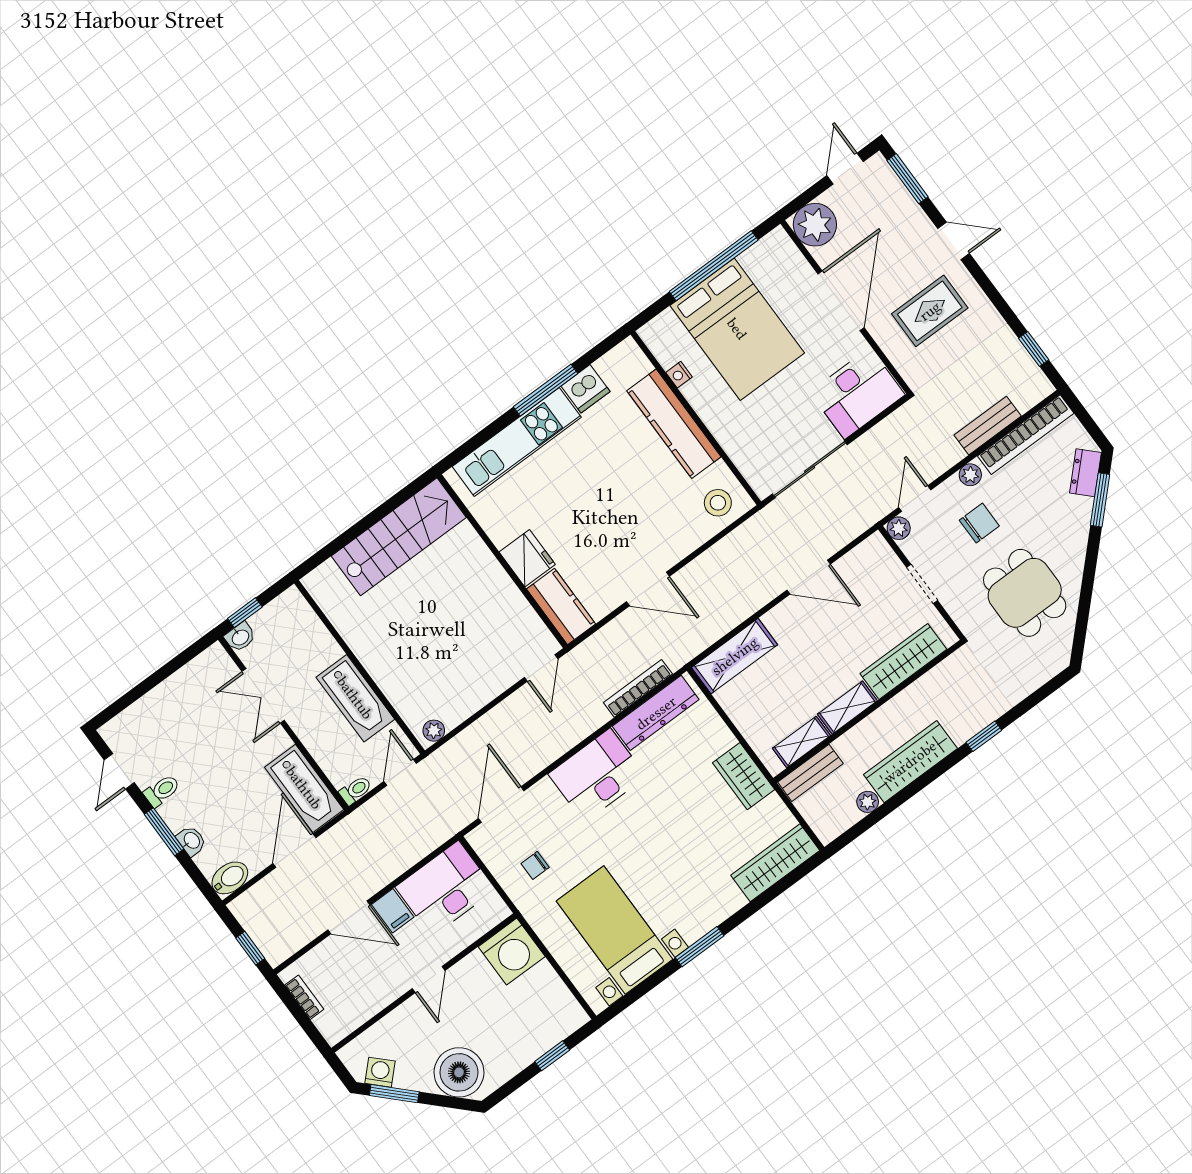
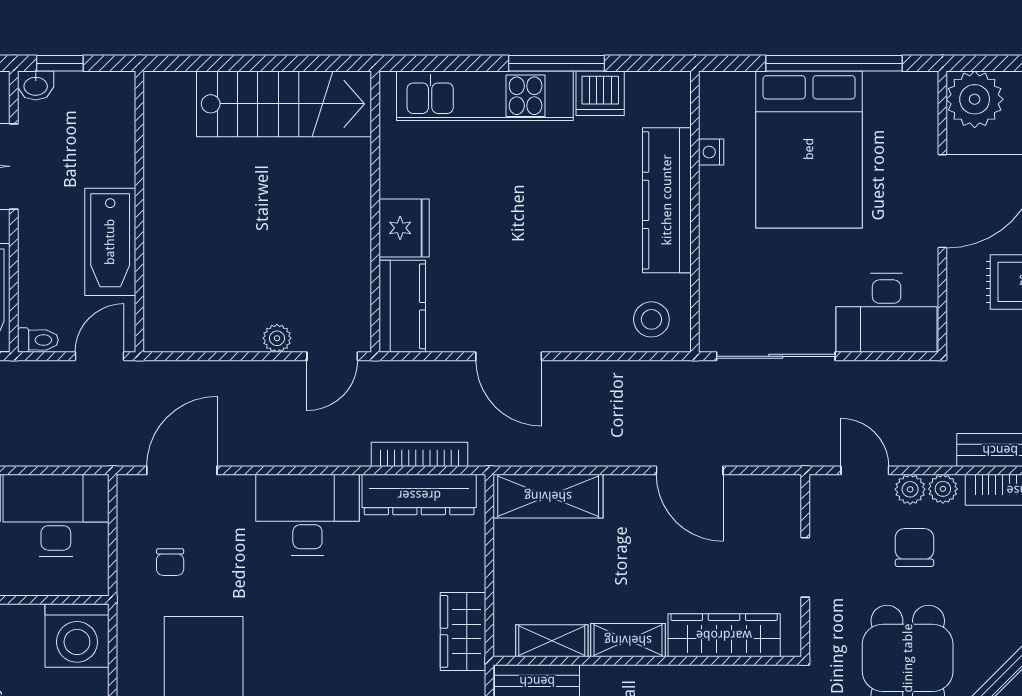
door: (915, 499) -> (865, 470), hinge flipped
chair: (979, 523) -> (914, 548), turned -90
plant: (899, 528) -> (910, 489), moved
plant: (434, 731) -> (277, 338), moved
chair: (535, 865) -> (170, 562), turned -90

